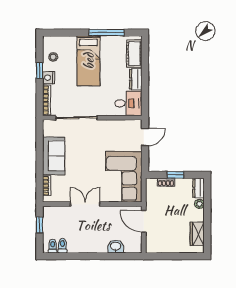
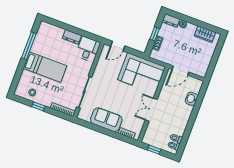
cot: (134, 54) -> (52, 31), removed
nightstand: (49, 78) -> (46, 102), removed
door: (145, 137) -> (118, 46), swing flipped

